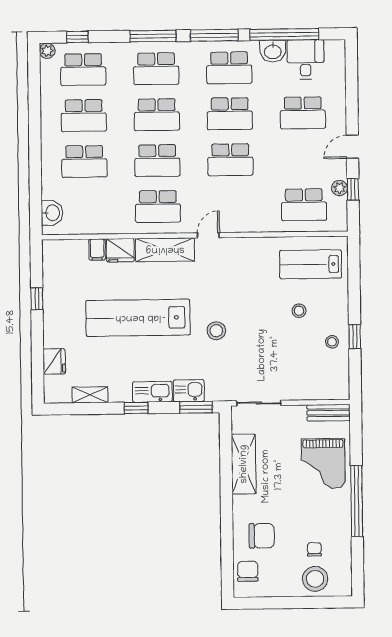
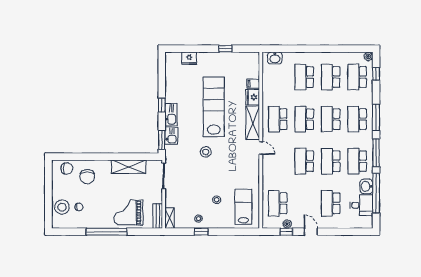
shelving: (90, 395) -> (170, 218), moved

